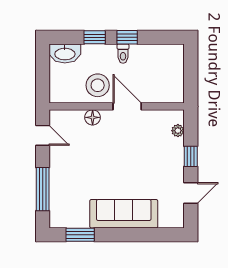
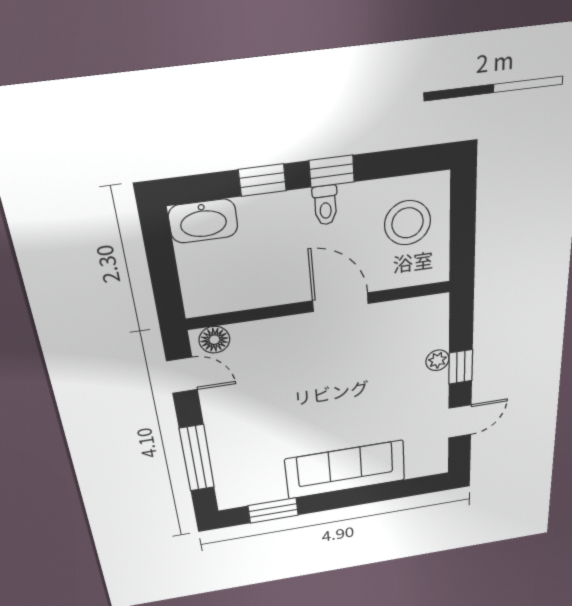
stool: (98, 85) -> (408, 223), moved
floor lamp: (93, 117) -> (214, 340), moved
plant: (178, 131) -> (437, 360), moved

